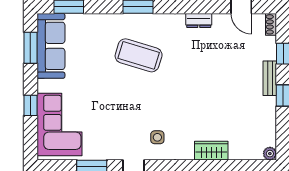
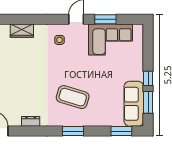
window: (30, 105) -> (148, 78), moved
corner sofa: (59, 124) -> (110, 40), moved, turned -90

